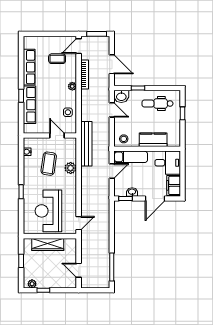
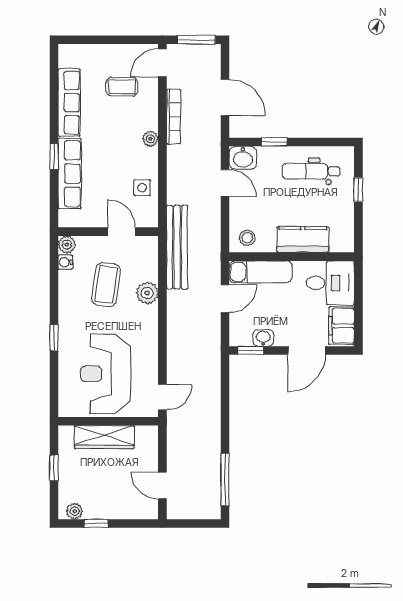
plant: (28, 142) -> (67, 245), added

